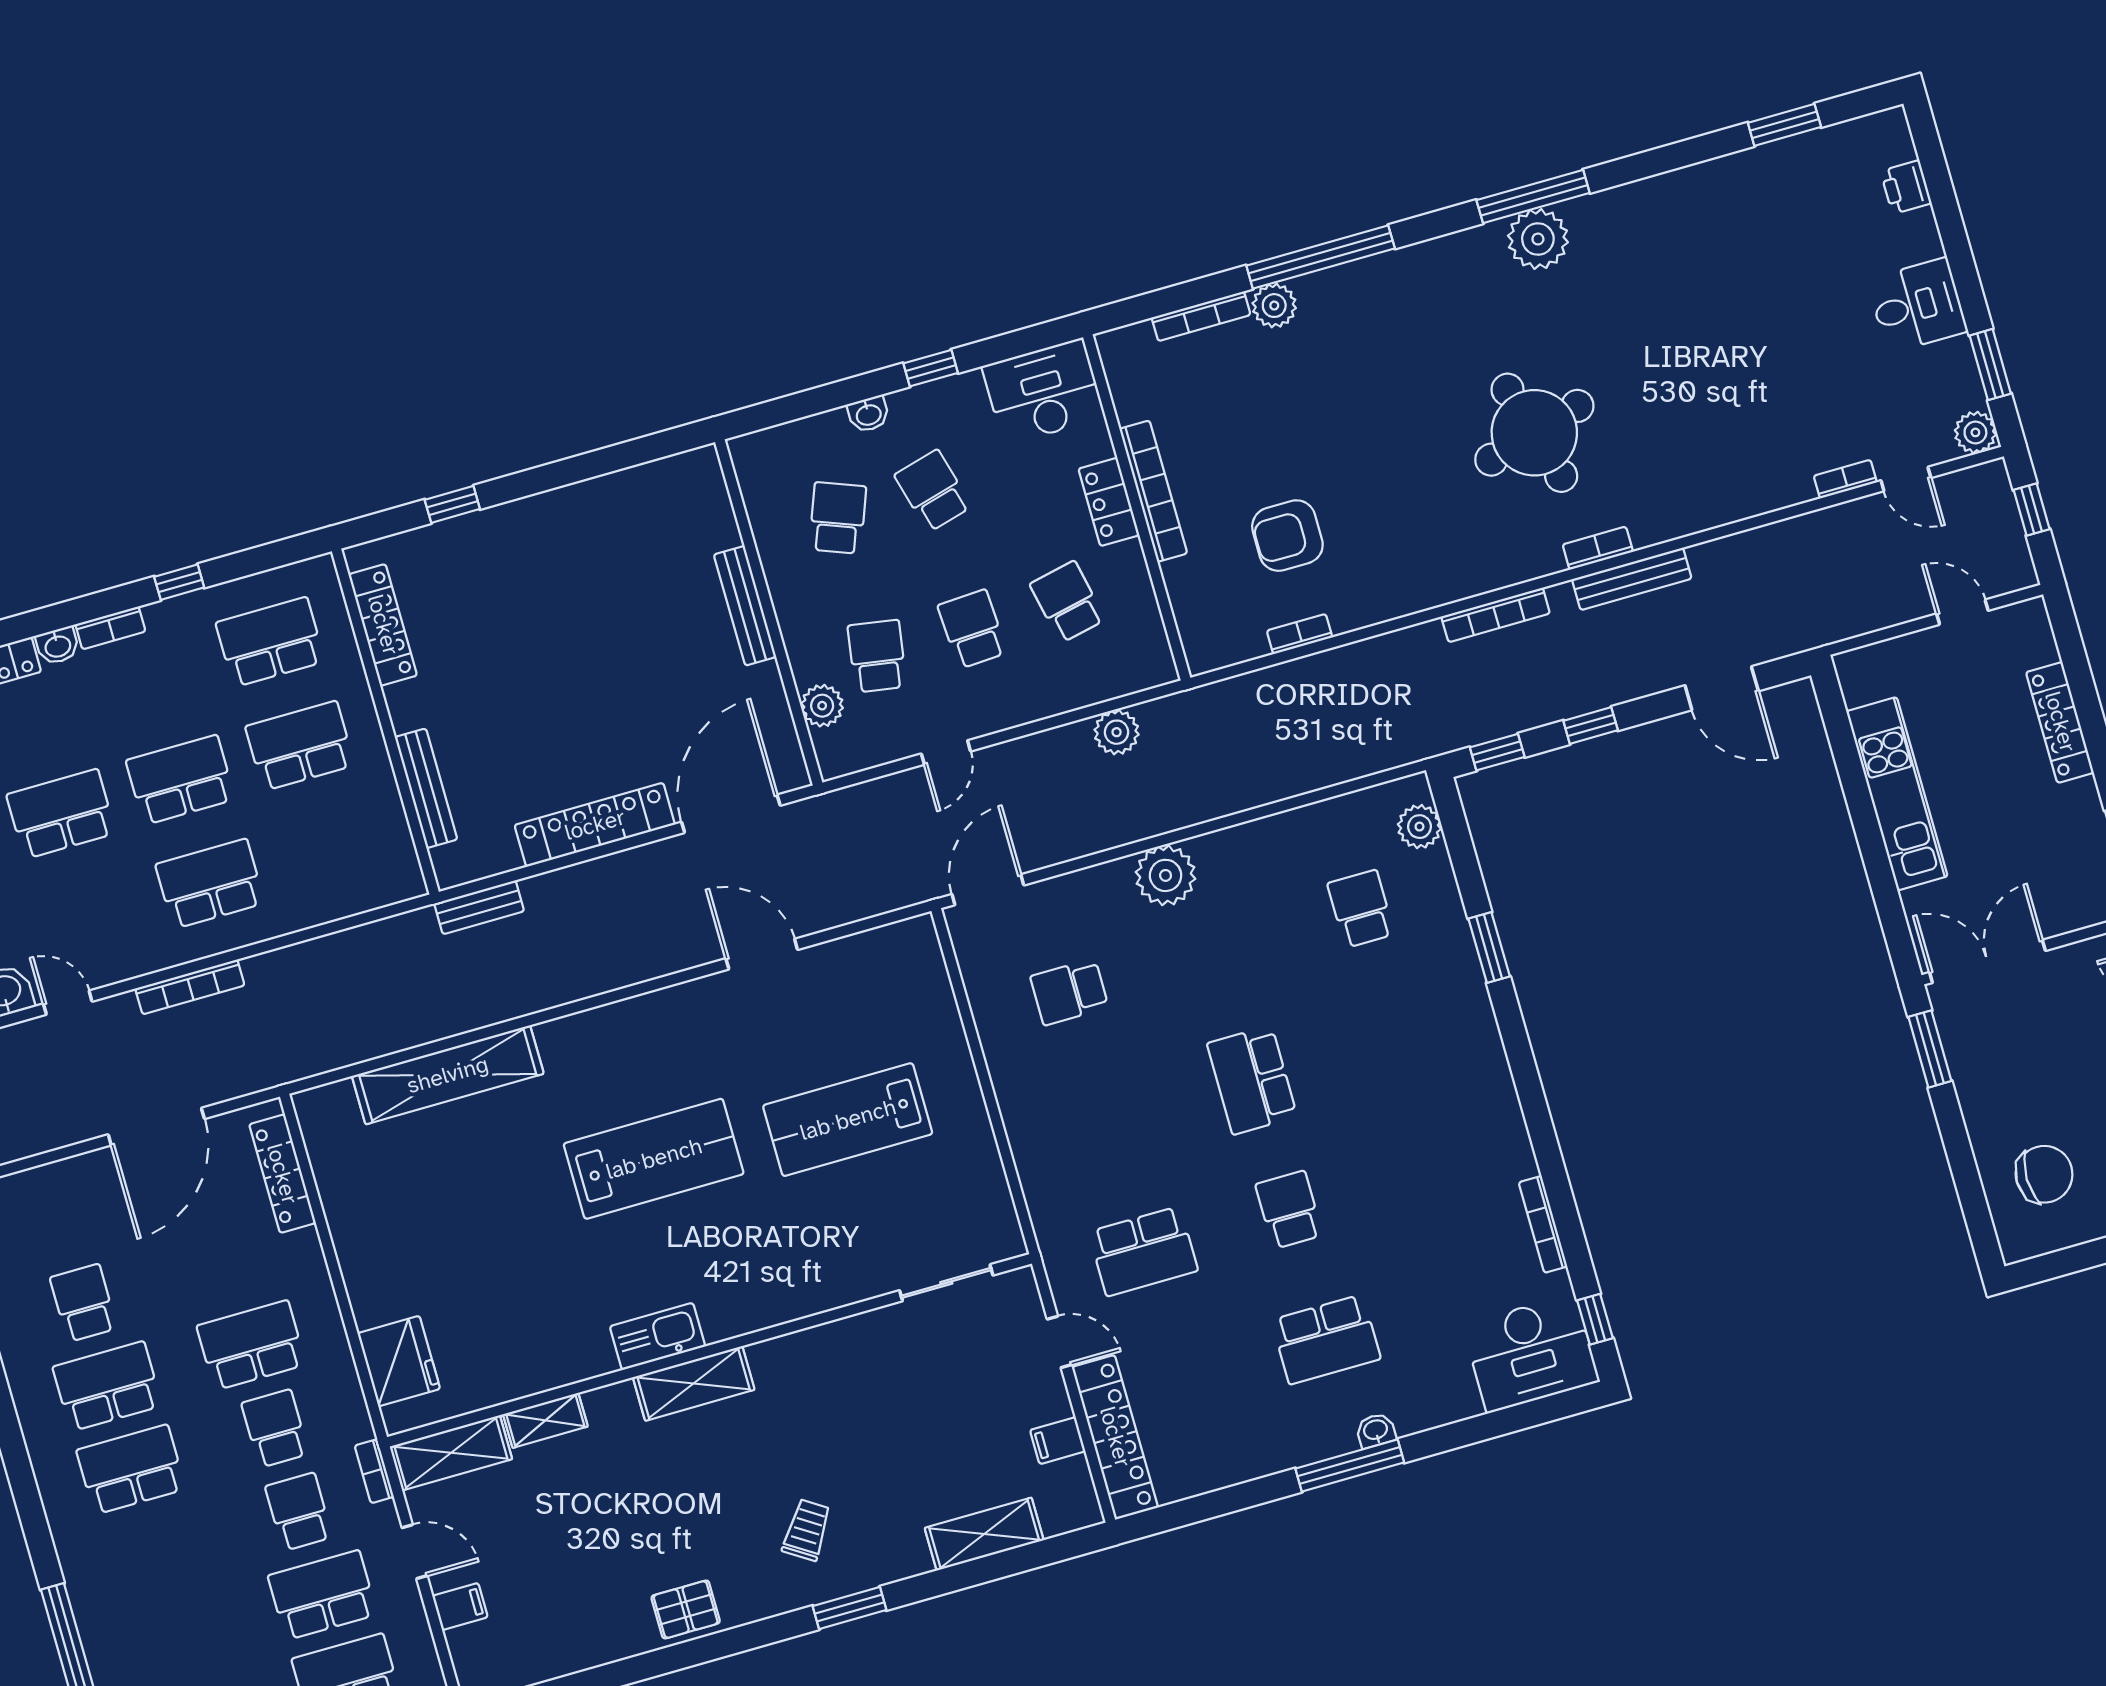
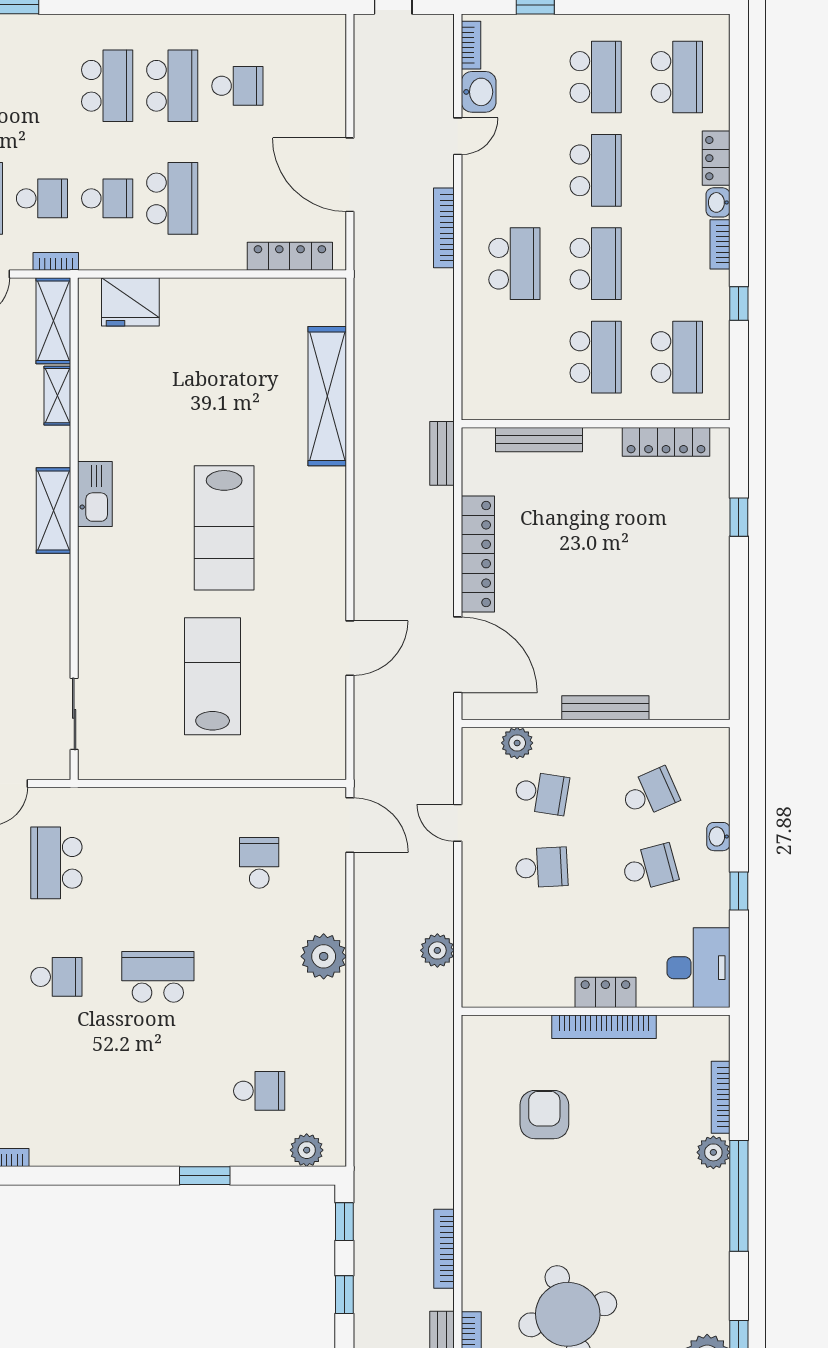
school desk: (838, 518) -> (650, 793), turned -45
school desk: (1068, 602) -> (542, 942), removed
bookcase: (1300, 634) -> (471, 1103), removed

